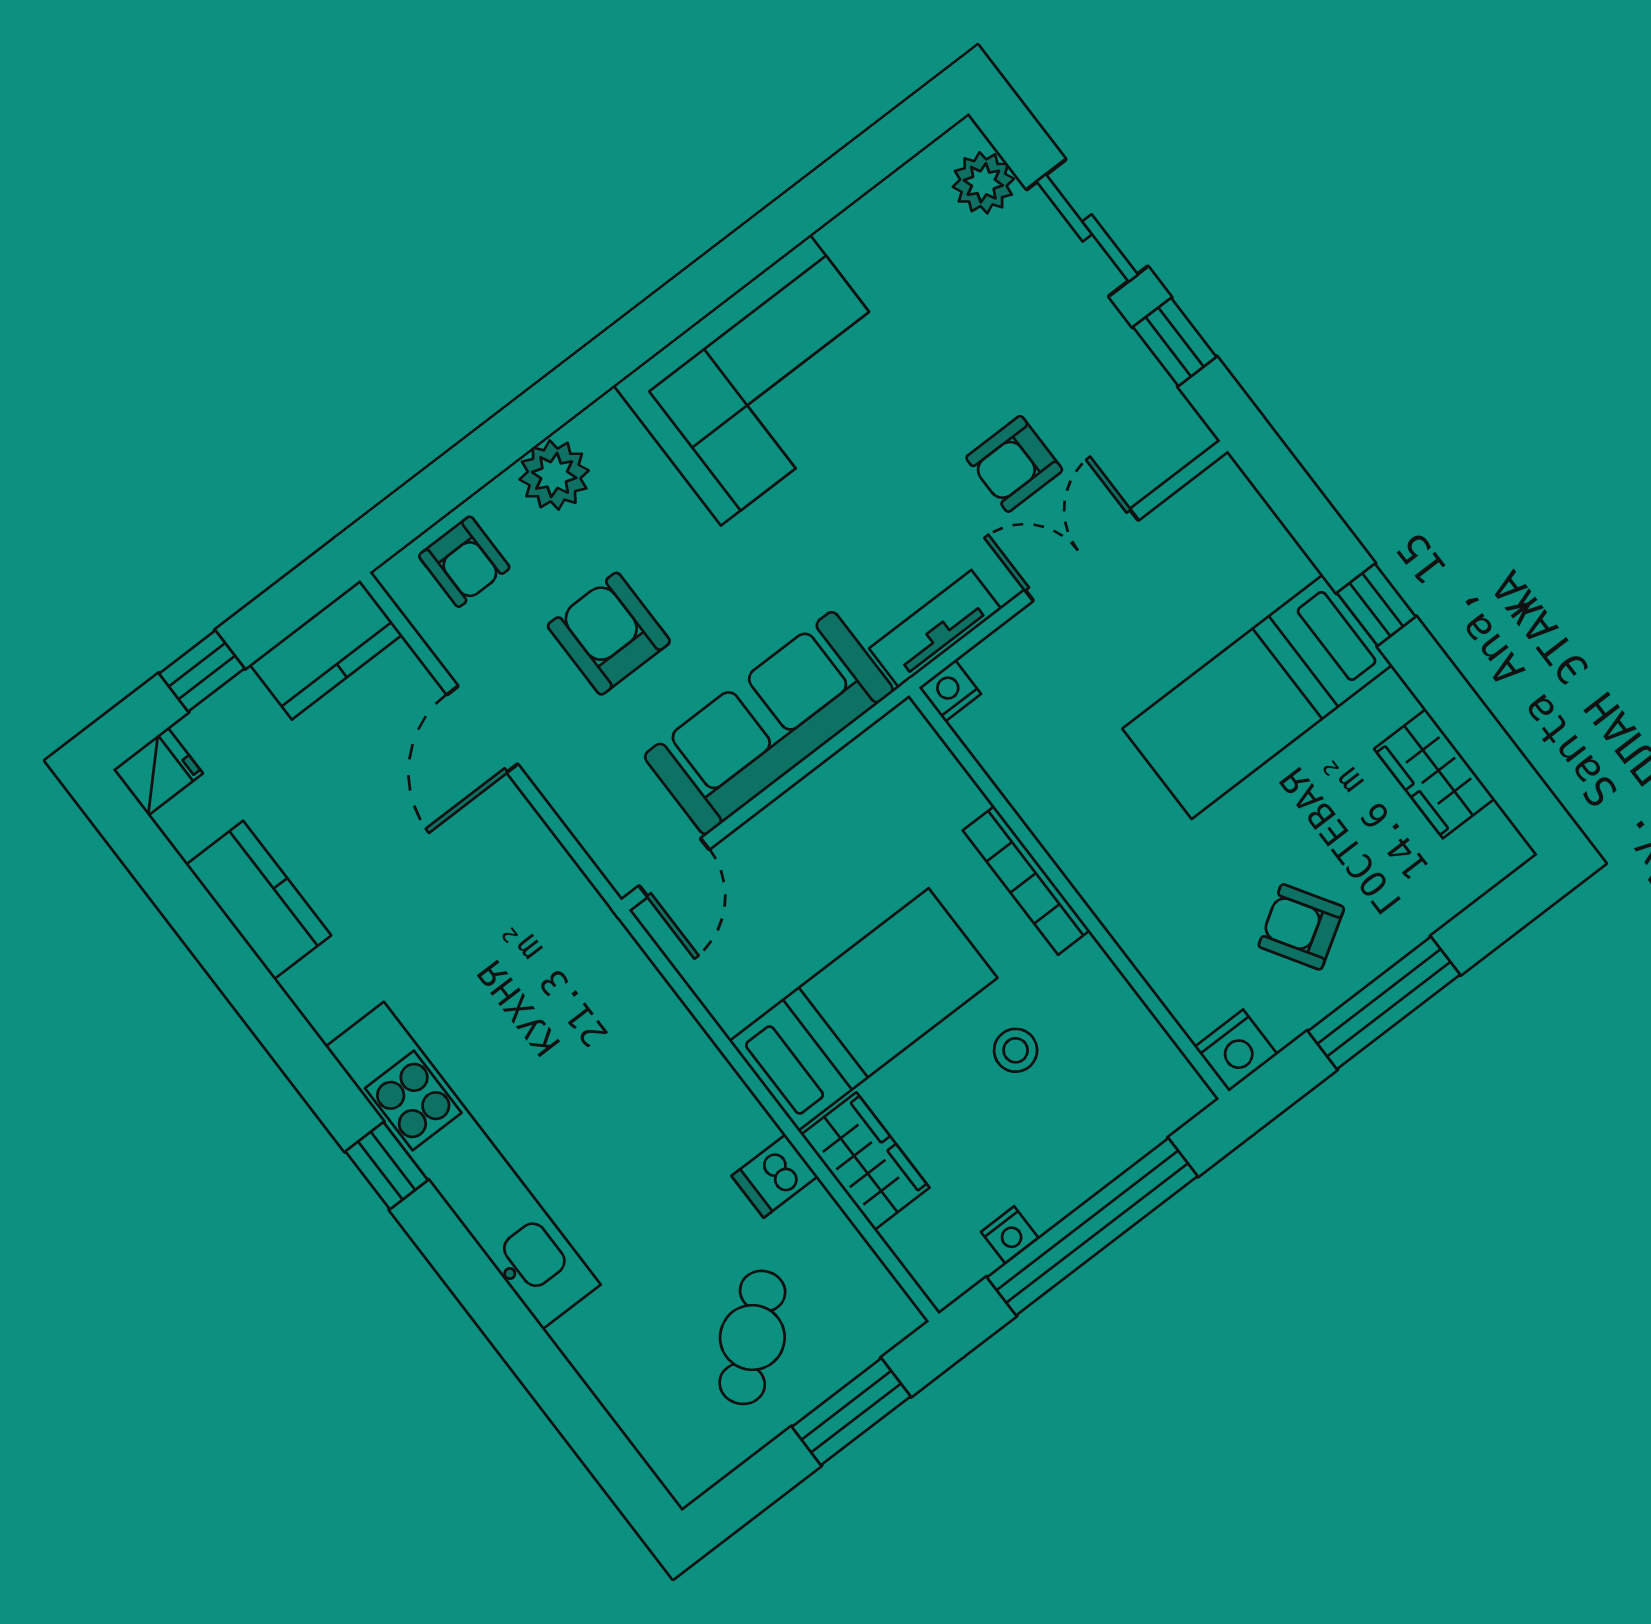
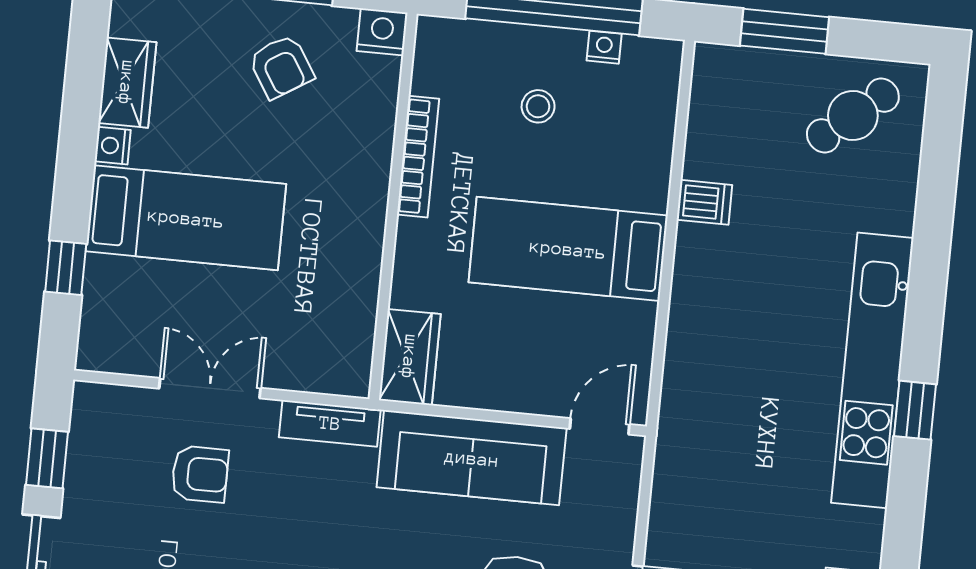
double door: (1082, 555) -> (210, 388), swing flipped
window: (1376, 605) -> (66, 268), moved
nightstand: (950, 691) -> (113, 146), moved, turned 90
bookcase: (1026, 880) -> (418, 157), moved
stool: (1016, 1050) -> (538, 106), moved
wardrobe: (865, 1161) -> (410, 357), moved, turned 180
cafe table: (752, 1337) -> (853, 115), moved

